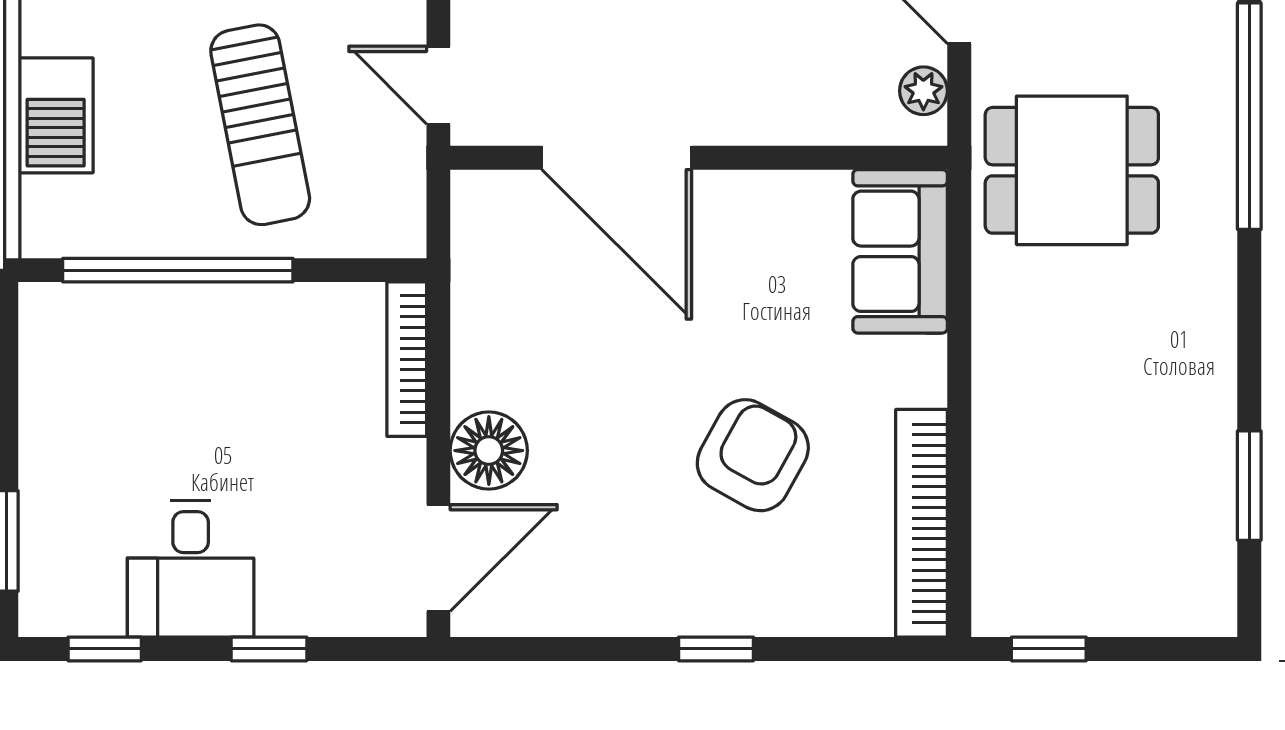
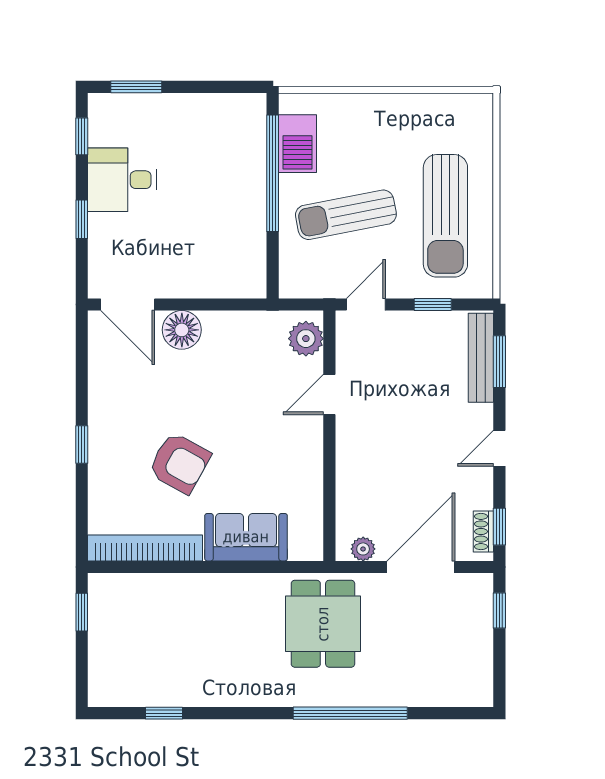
barbecue: (56, 115) -> (298, 144), moved, turned -90
door: (617, 158) -> (329, 394), width x0.53
plant: (506, 204) -> (306, 339), added
sofa: (900, 251) -> (246, 537), moved
bookcase: (407, 359) -> (228, 289), removed
window: (1249, 486) -> (164, 713), width x0.67

